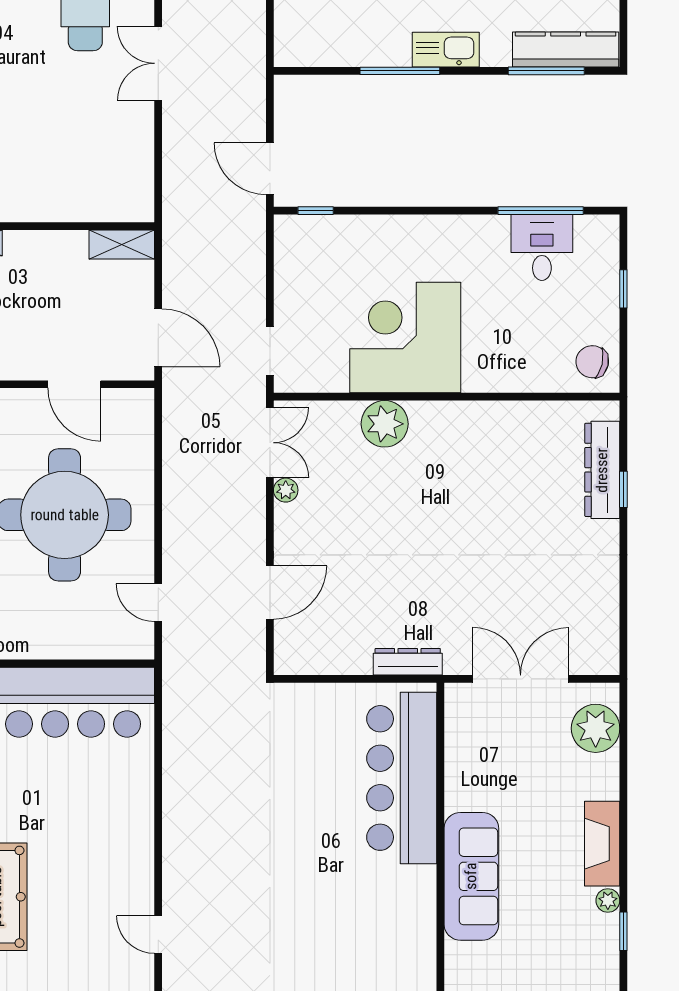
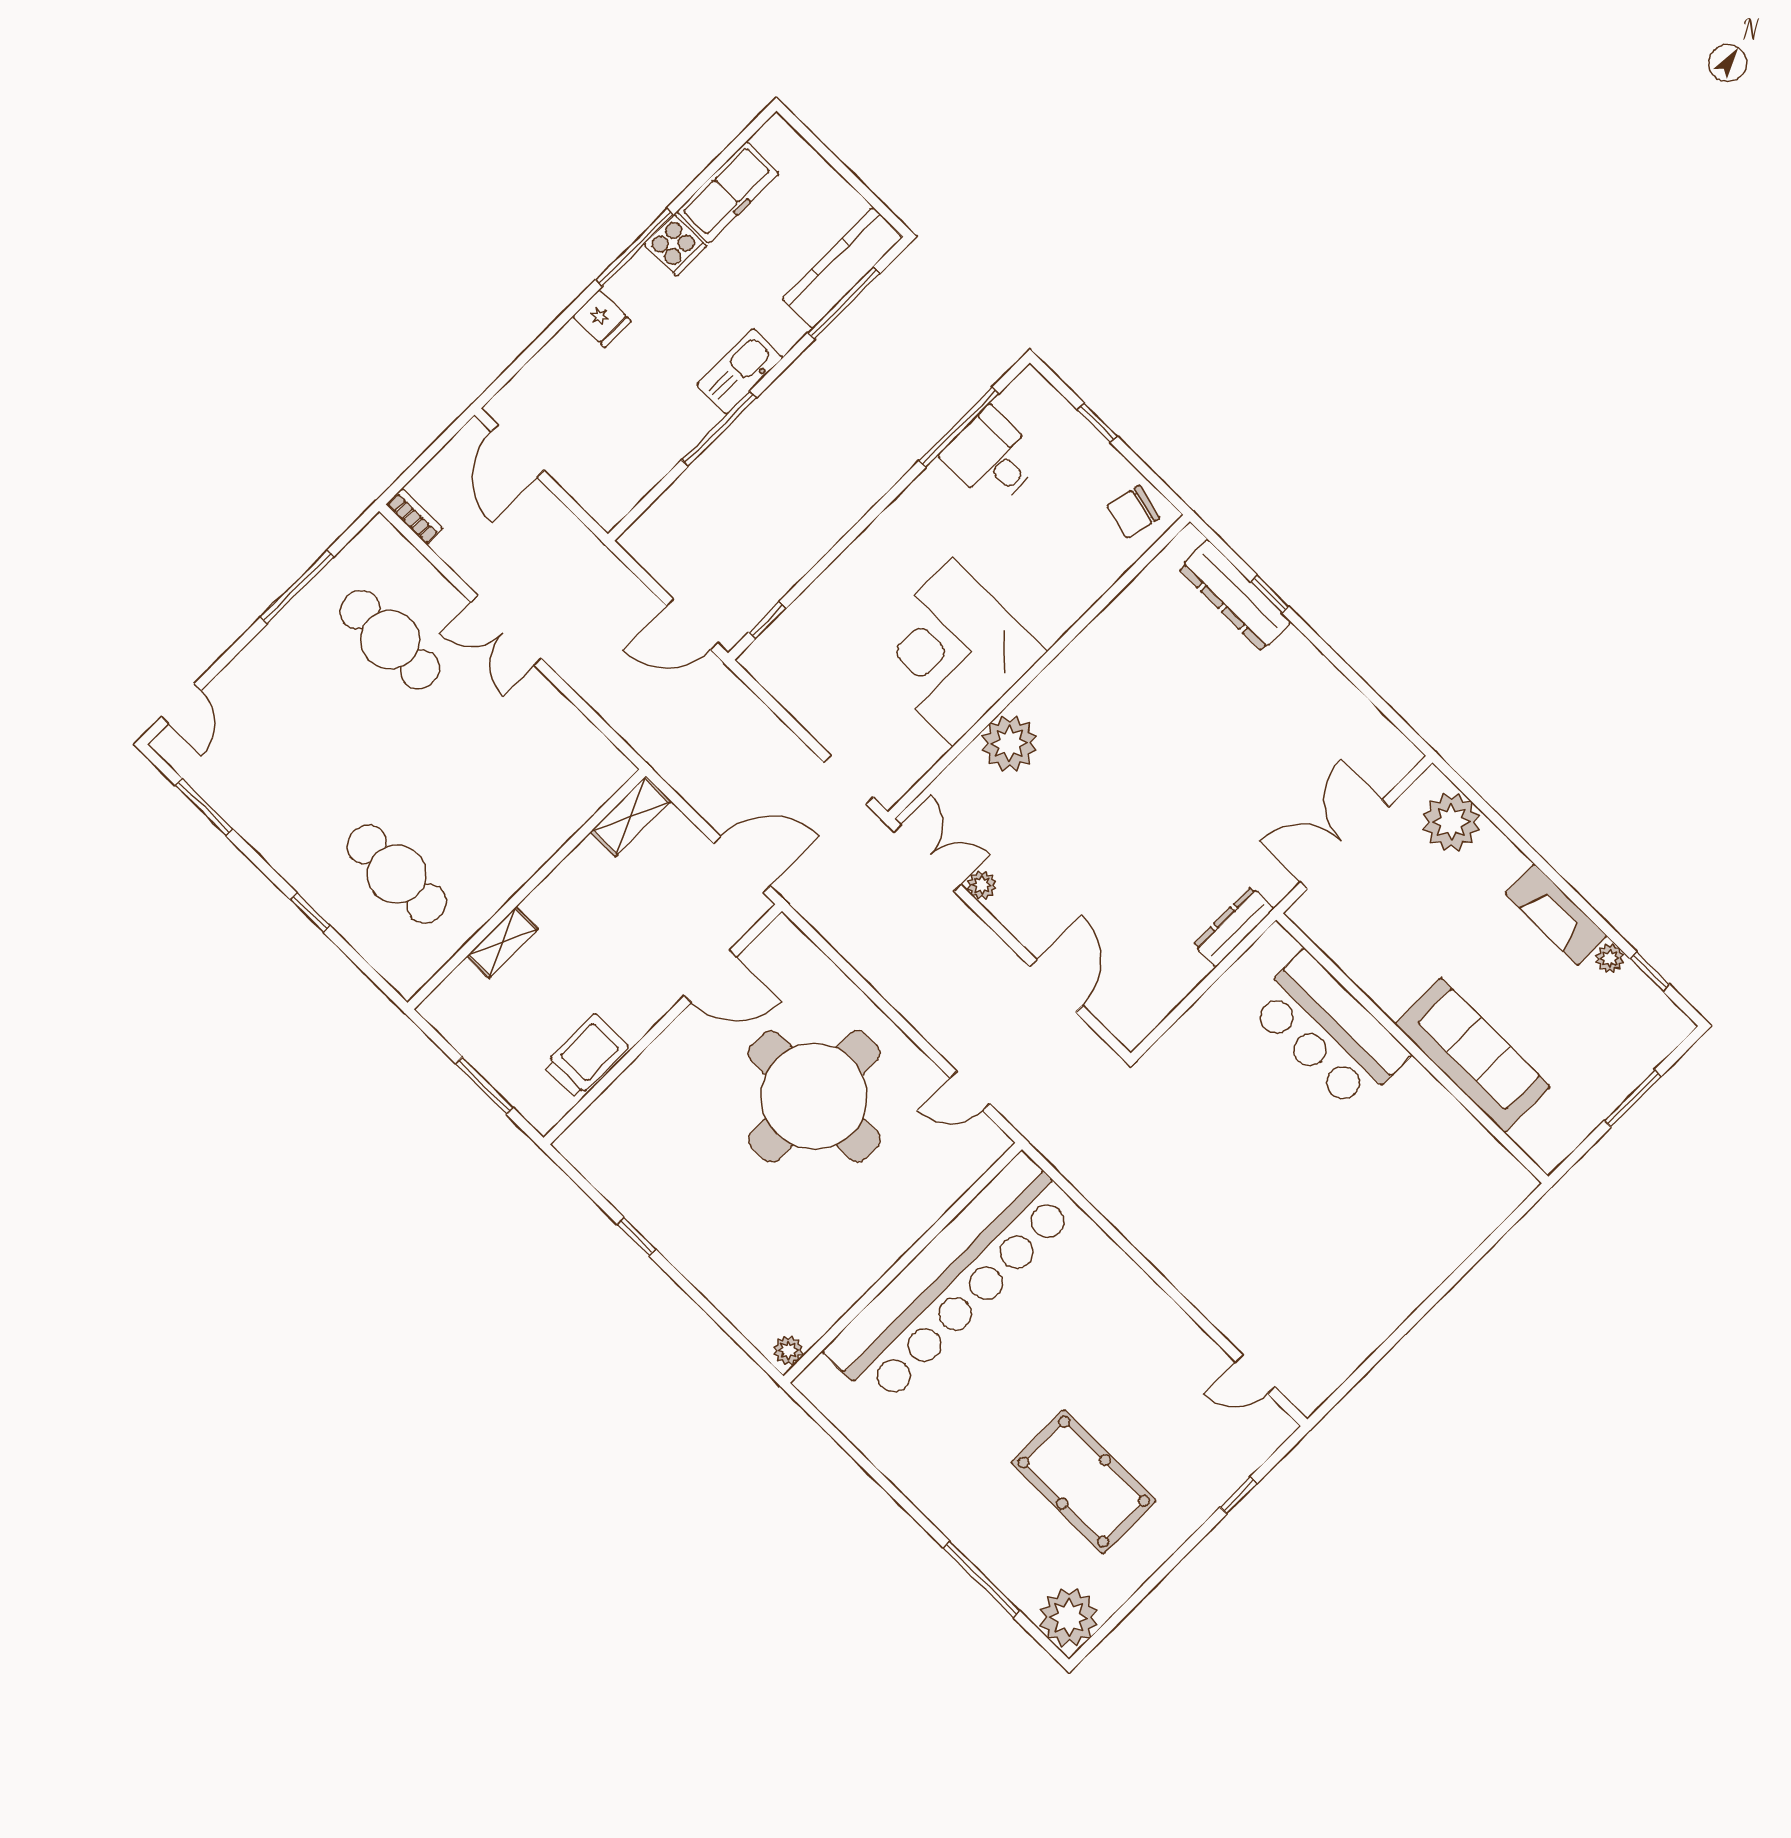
bar counter: (402, 778) -> (1328, 1031), width x0.73

